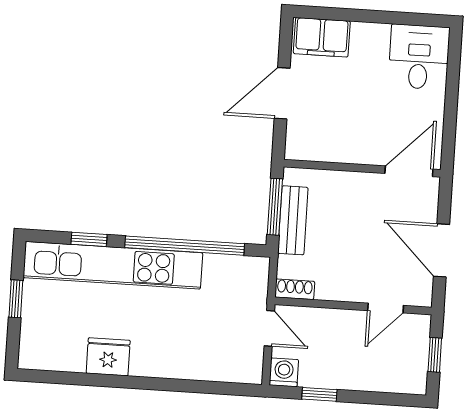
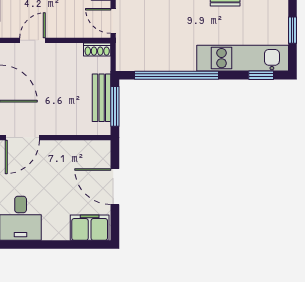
door: (282, 93) -> (115, 187), swing flipped
window: (89, 239) -> (261, 75), moved
kitchen unit: (113, 265) -> (243, 58), width x0.73

